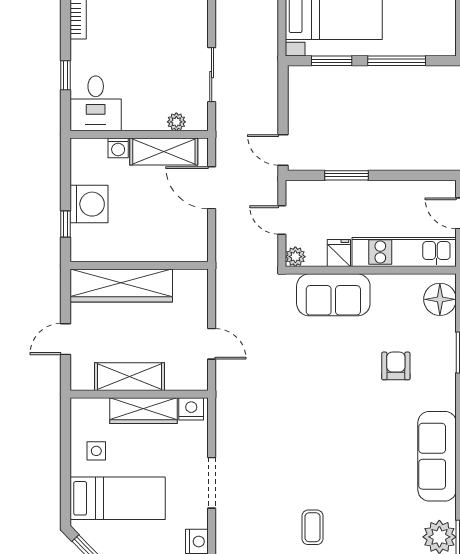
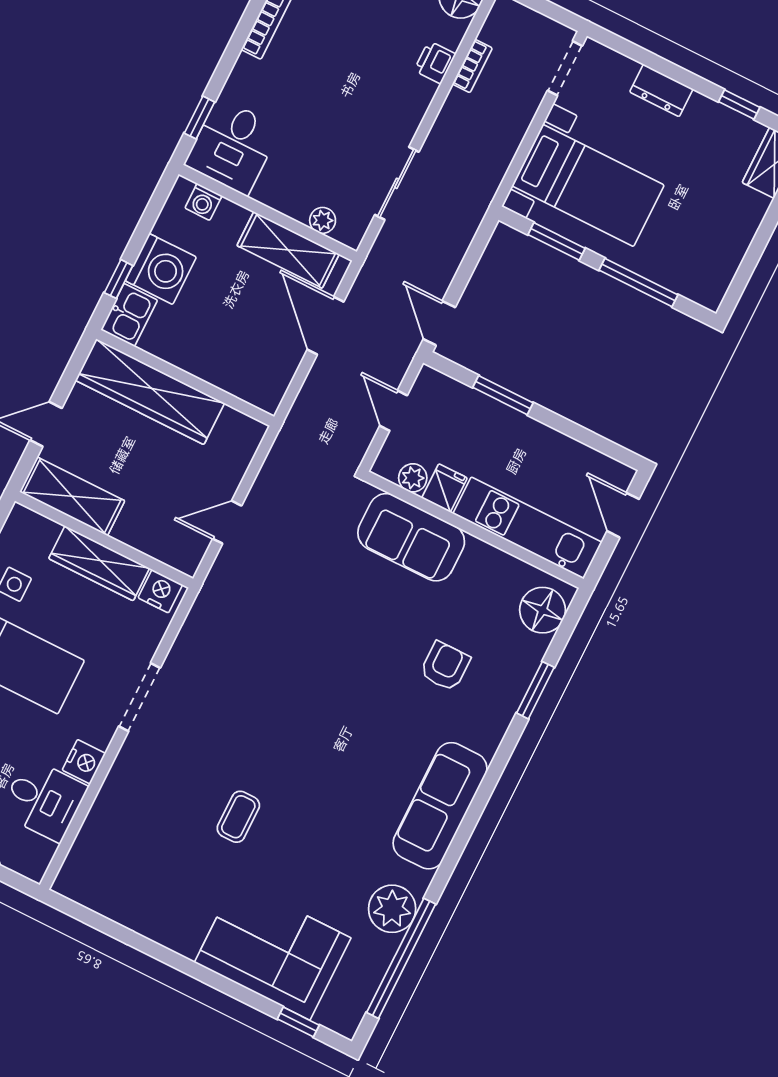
window: (65, 75) -> (199, 118), moved
washing machine: (118, 148) -> (203, 202), moved
kitchen sink: (84, 243) -> (129, 315), added
plant: (295, 257) -> (413, 478), moved
door: (212, 344) -> (227, 522), swing flipped
shelving: (129, 377) -> (72, 496), moved

